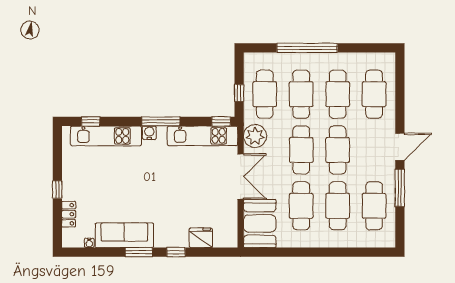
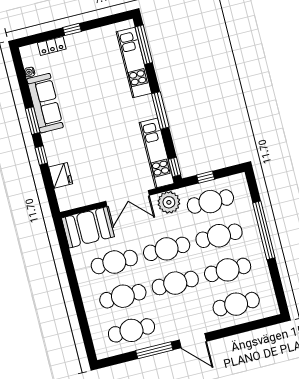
window: (91, 121) -> (144, 45), width x2.17
water cooler: (149, 133) -> (147, 102), removed

